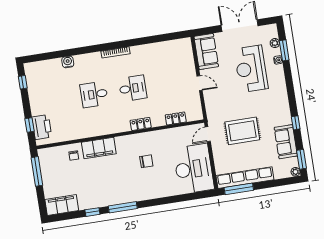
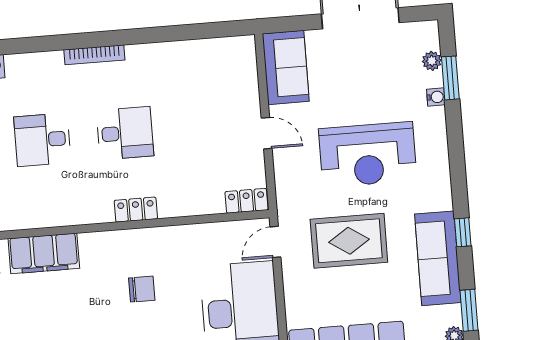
reception desk: (251, 69) -> (368, 154), moved, turned -90
locker: (176, 118) -> (246, 201), moved
sofa: (286, 142) -> (438, 258), width x1.36

